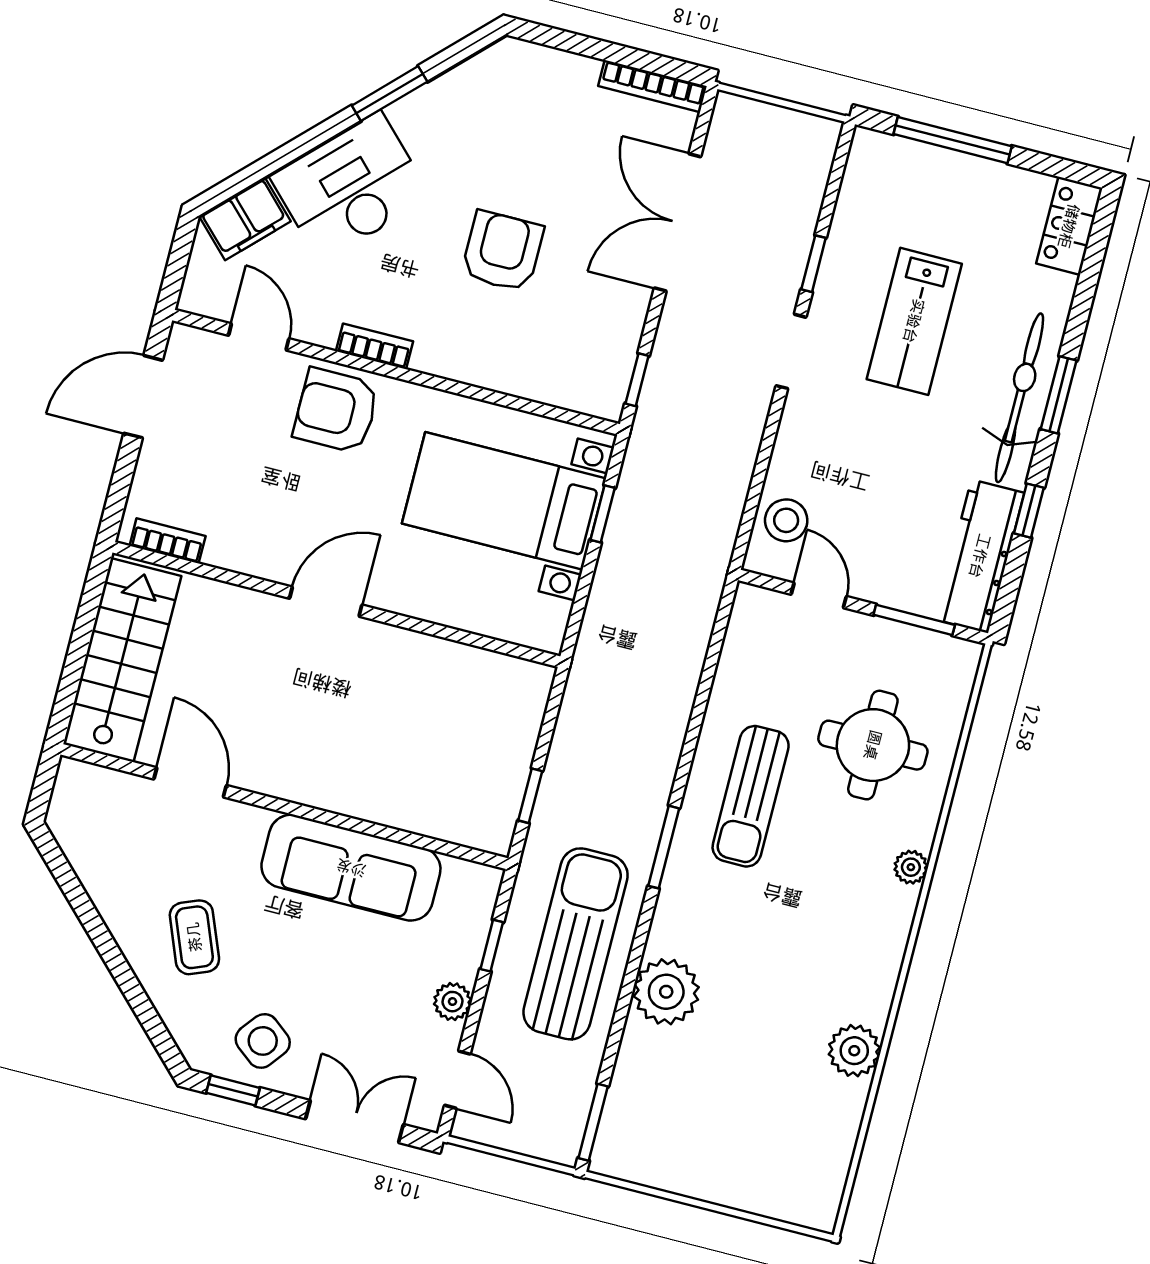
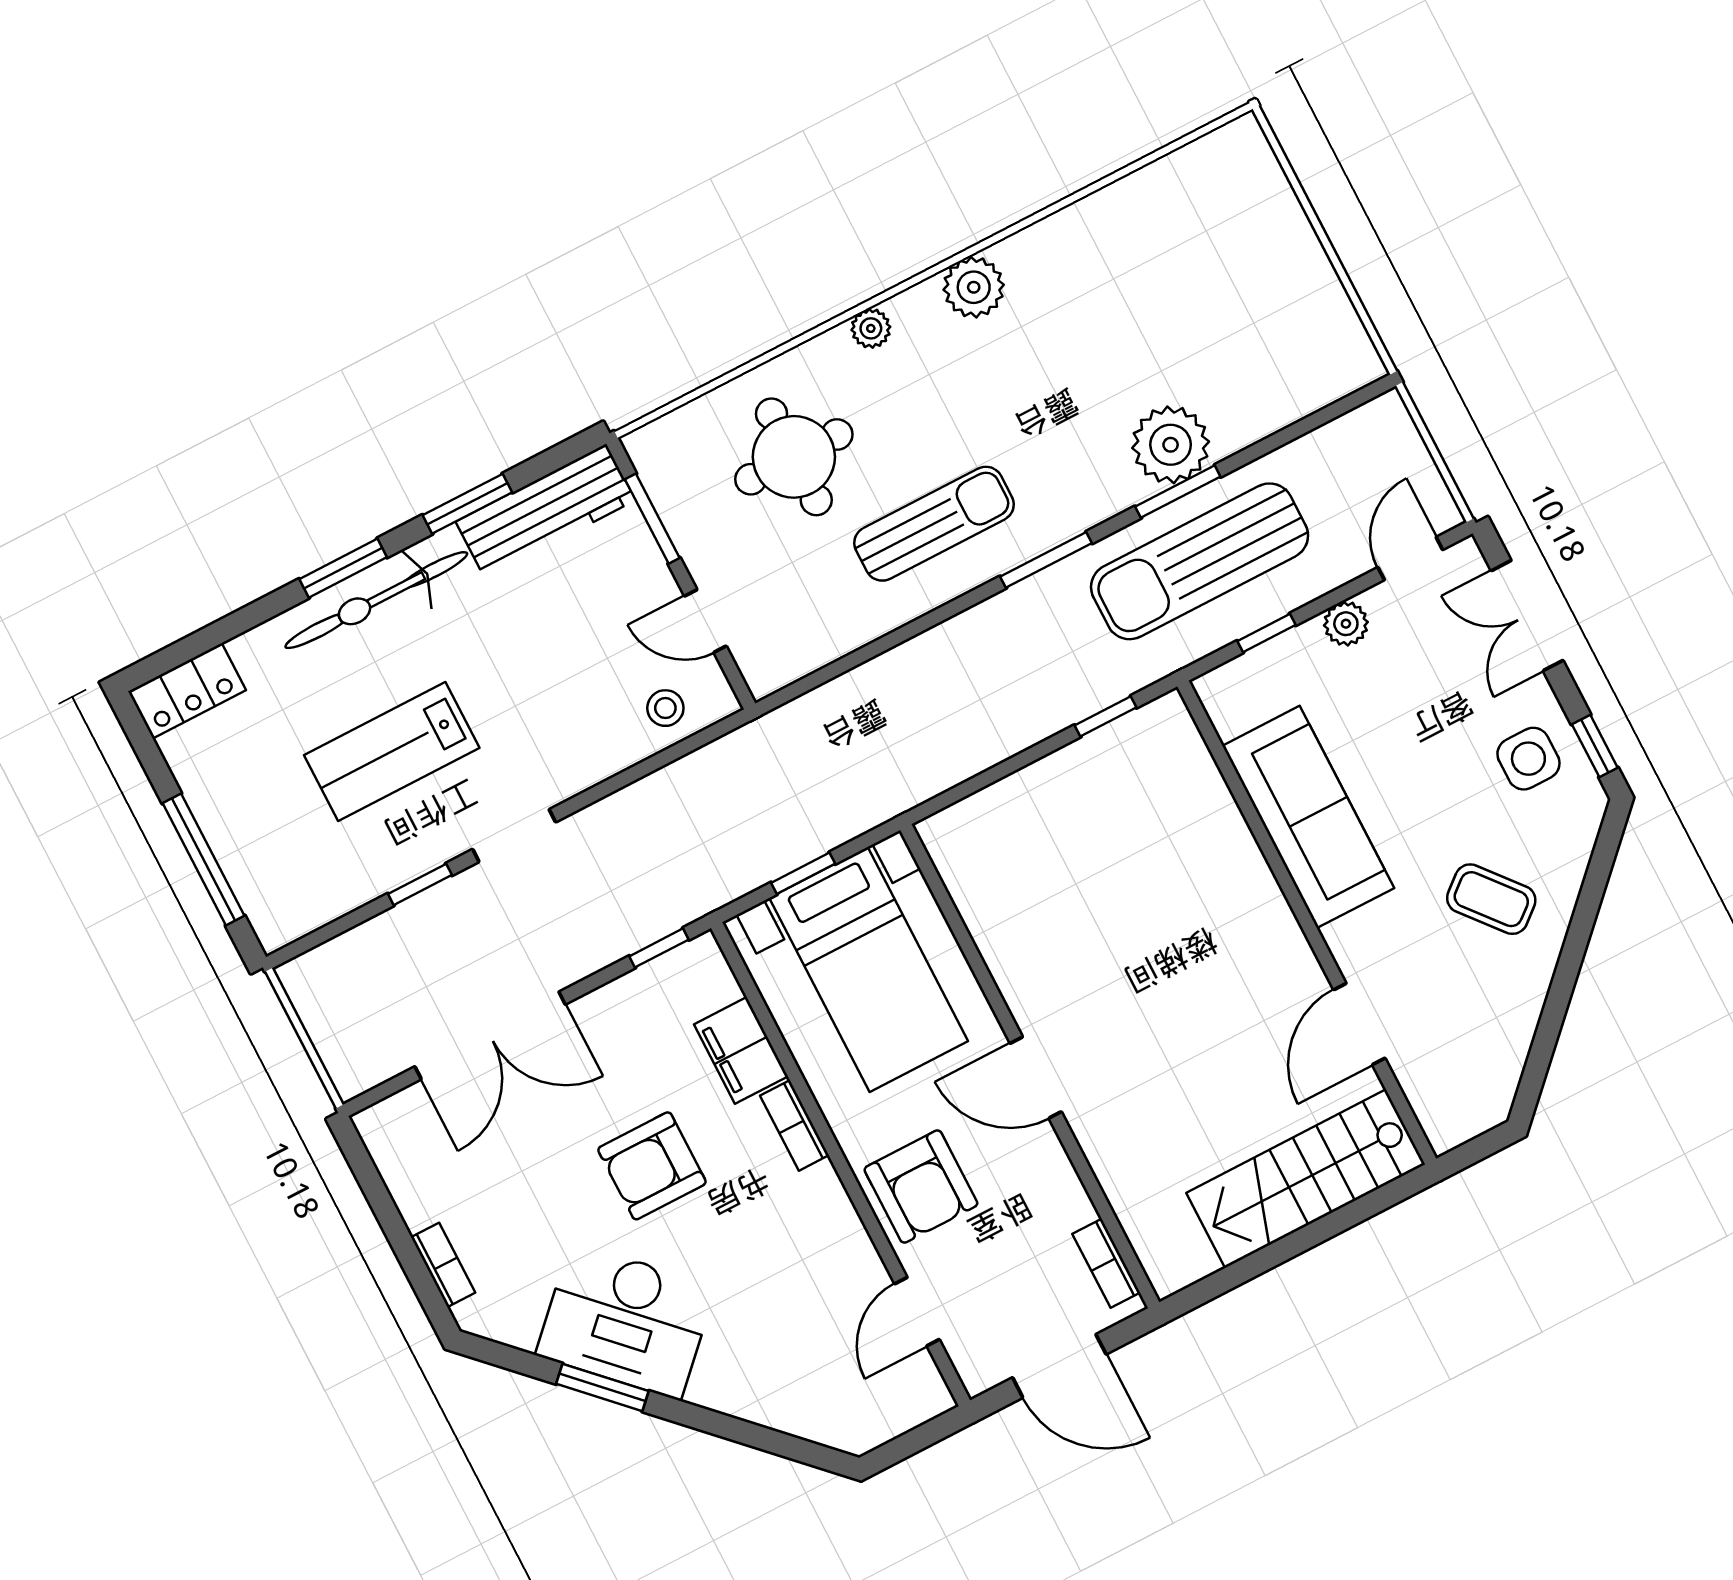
bookcase: (653, 86) -> (443, 1265), moved, width x0.64
desk: (350, 187) -> (626, 1321), moved
filing cabinet: (245, 219) -> (741, 1050), moved, turned -135
lab bench: (914, 321) -> (392, 751), turned 180
bookcase: (375, 346) -> (794, 1125), moved
window: (1029, 511) -> (467, 504), width x1.50
stool: (786, 520) -> (665, 708), width x0.73, depth x0.73
bookcase: (168, 541) -> (1106, 1263), moved
door: (819, 595) -> (705, 621), hinge flipped
door: (326, 602) -> (1036, 1078), moved
wall: (336, 604) -> (1030, 1066), moved
coffee table: (194, 937) -> (1491, 899), turned 72
side table: (263, 1041) -> (1528, 759), turned -38
plant: (854, 1051) -> (974, 287), moved
window: (593, 1122) -> (1178, 492), moved

